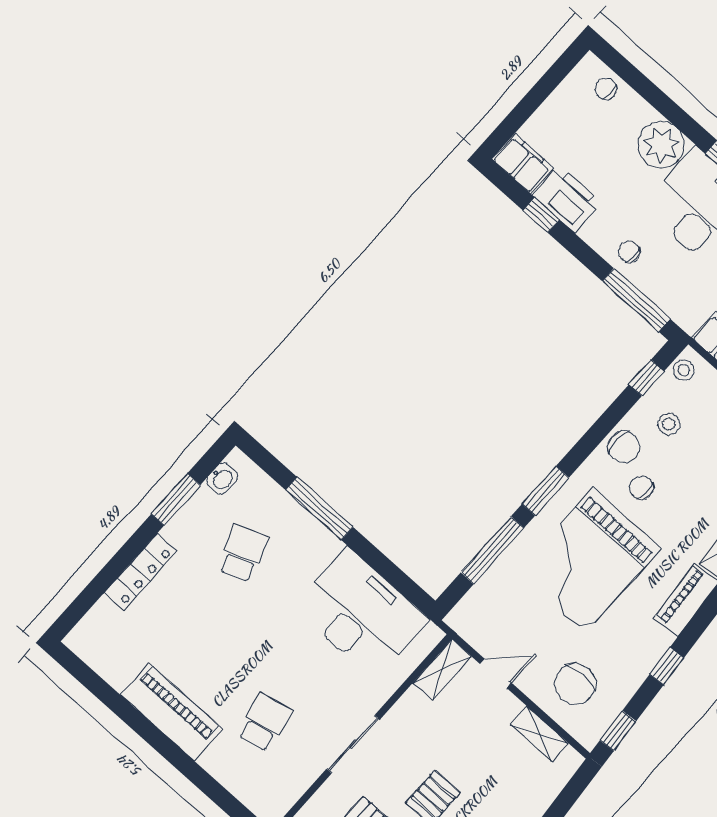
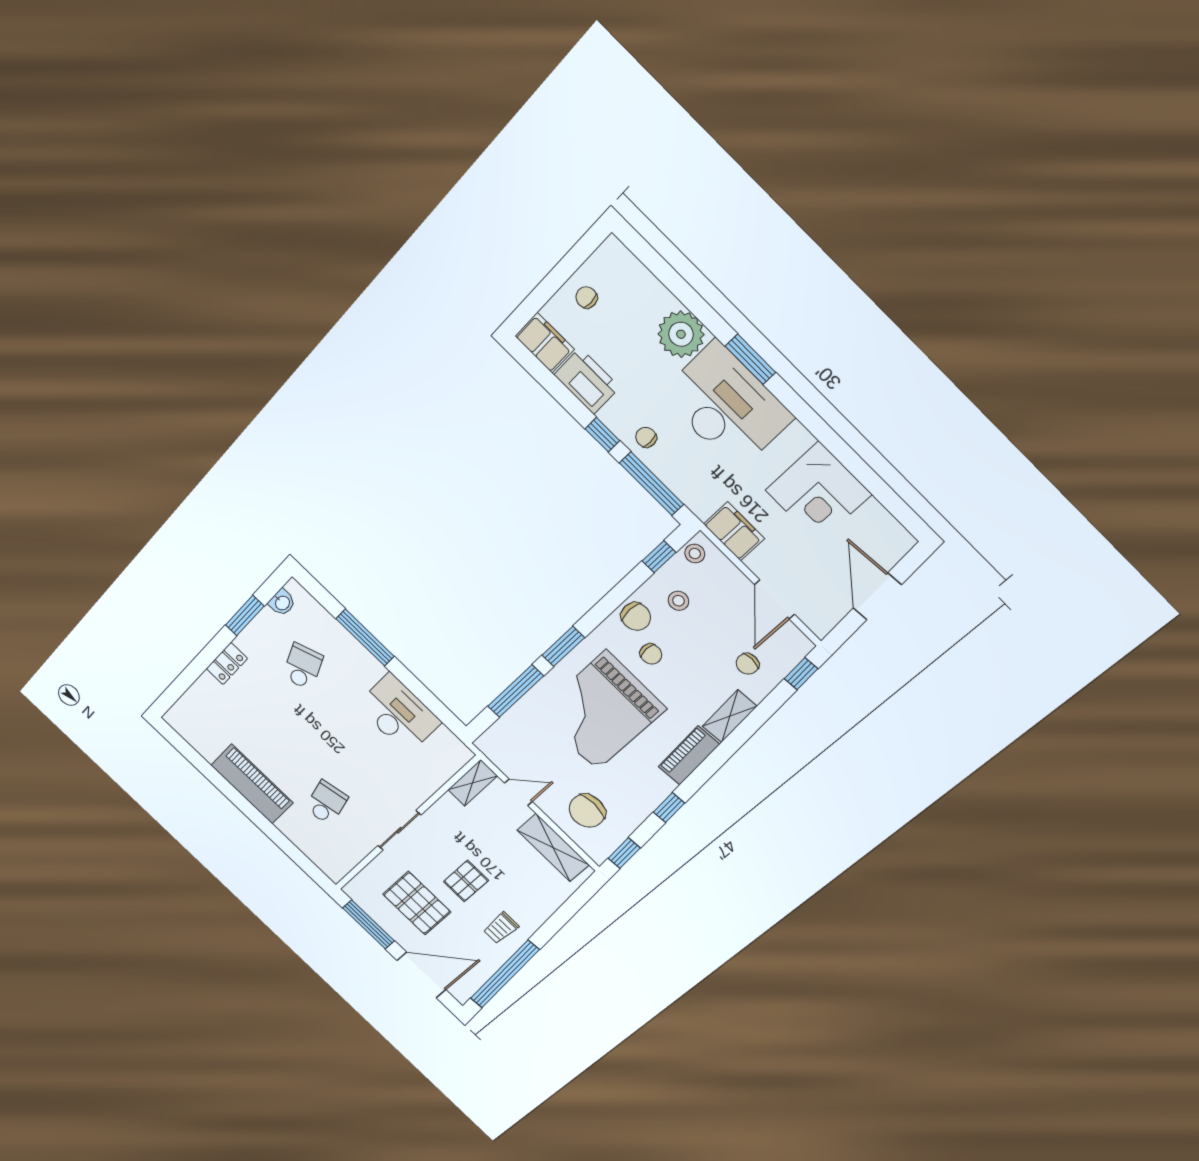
chair: (606, 89) -> (587, 297), moved
window: (541, 215) -> (602, 435), moved
chair: (641, 488) -> (651, 654), turned 180
locker: (140, 572) -> (227, 664), width x0.66
desk: (361, 613) -> (399, 714), width x0.73, depth x0.77
shelving: (539, 734) -> (553, 848), width x1.50, depth x1.33

